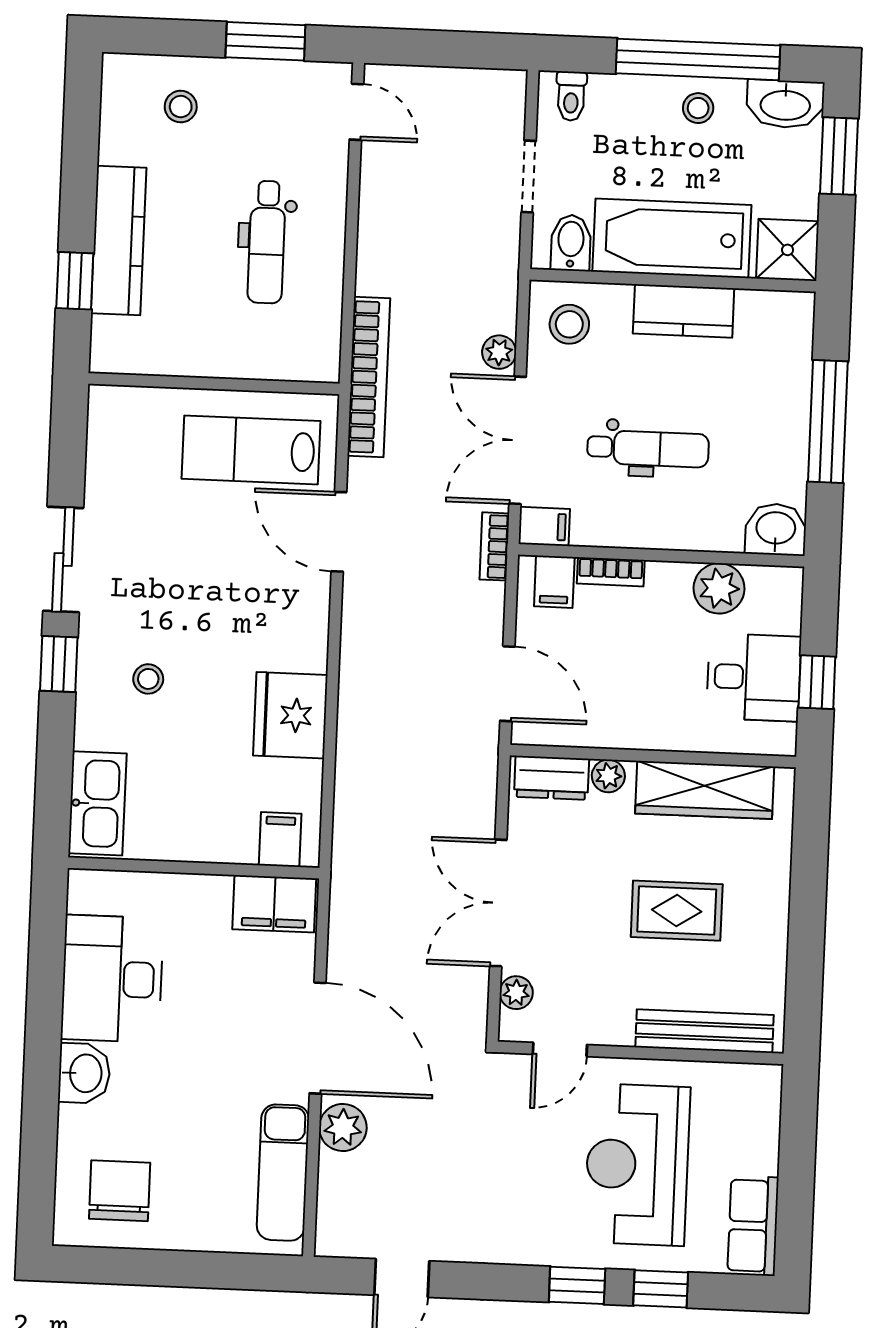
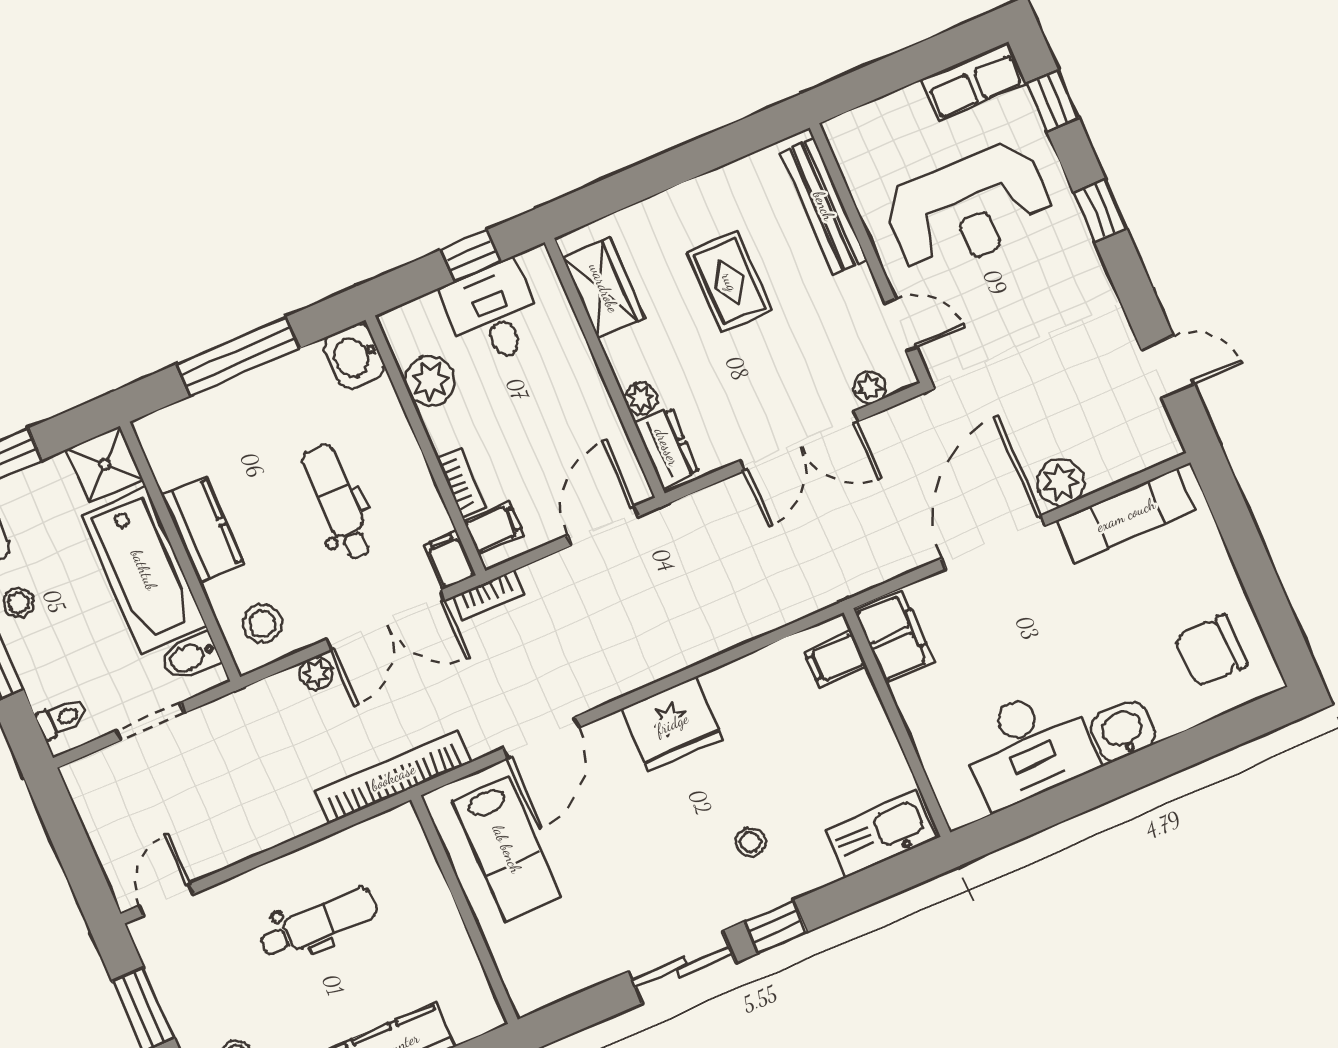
fridge: (290, 715) -> (672, 724), moved
wardrobe: (705, 790) -> (604, 288), width x0.67
window: (661, 1289) -> (1052, 100), moved

